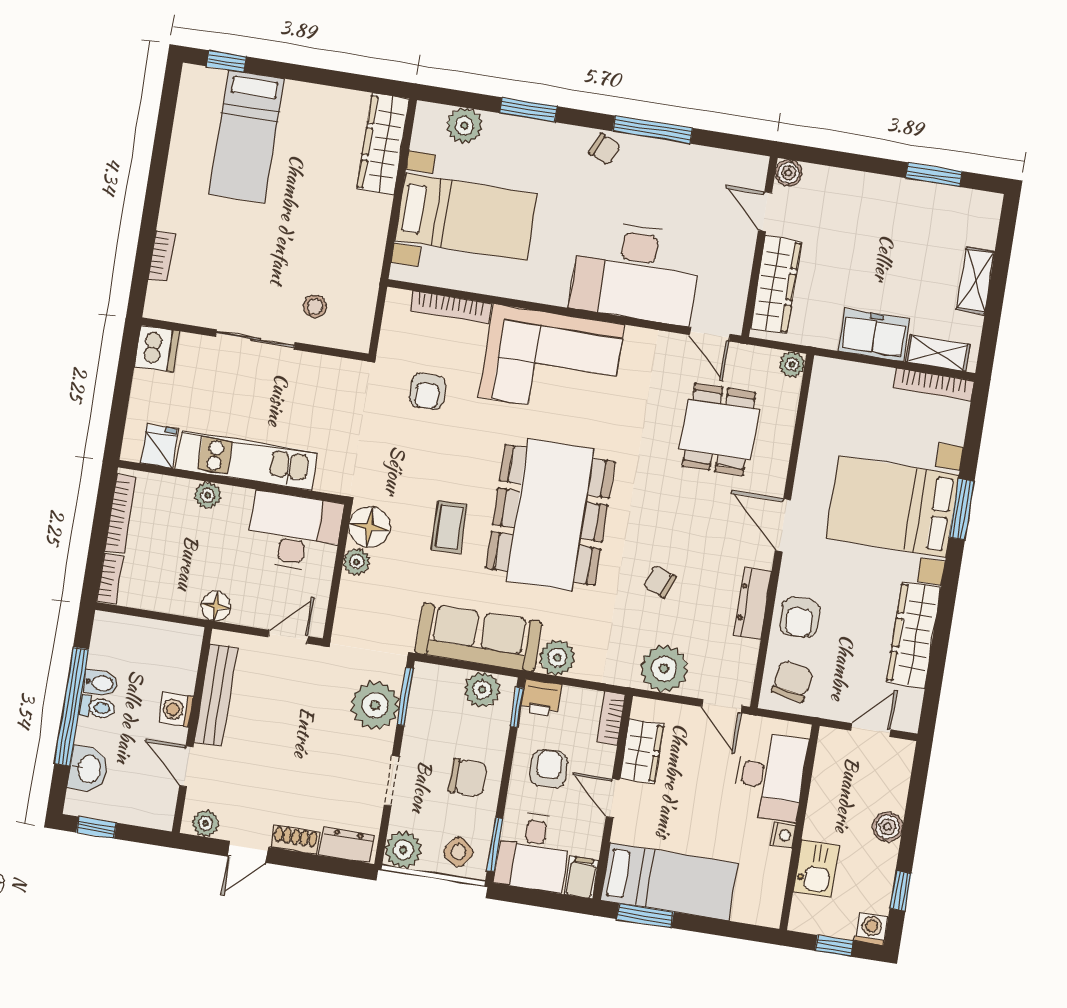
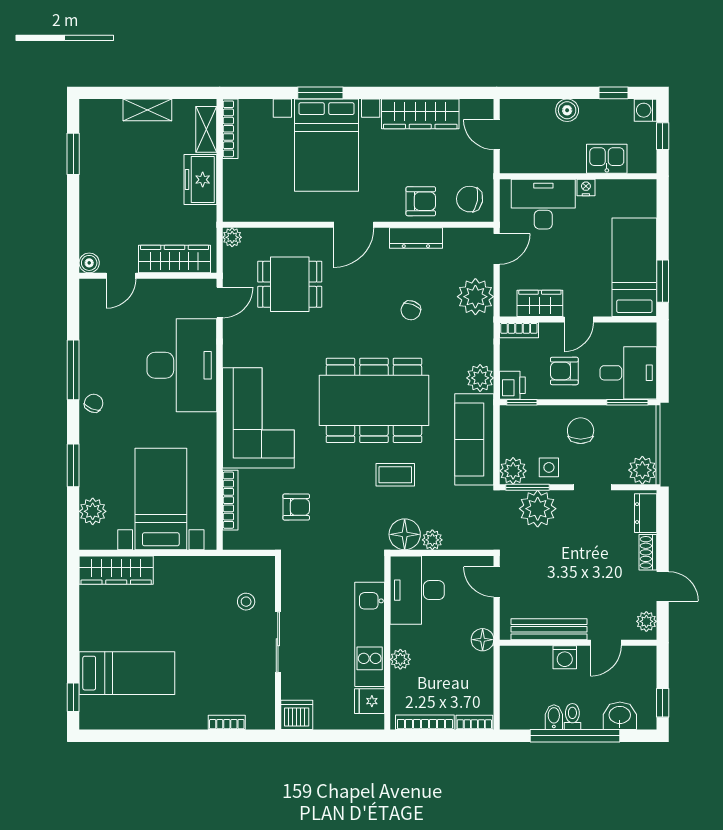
plant: (482, 690) -> (513, 471), moved
side table: (458, 852) -> (549, 467), moved, turned -37
filing cabinet: (581, 877) -> (642, 334), removed

